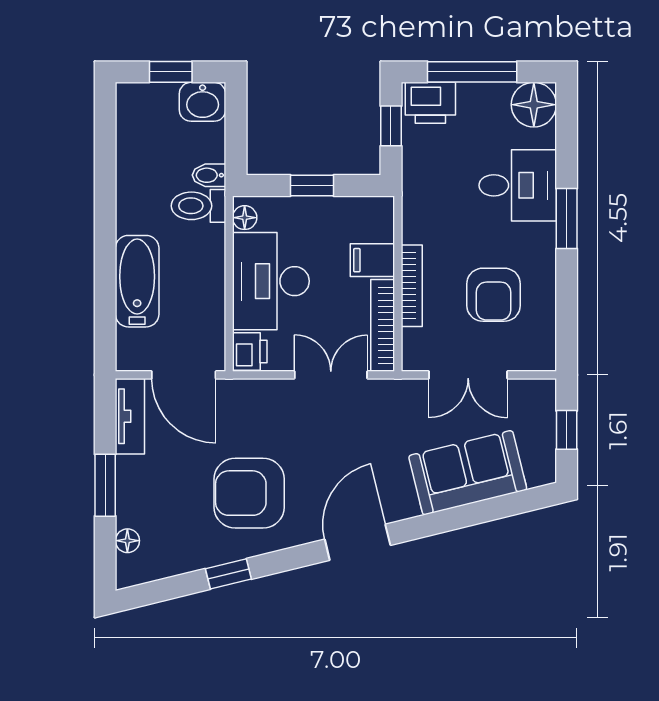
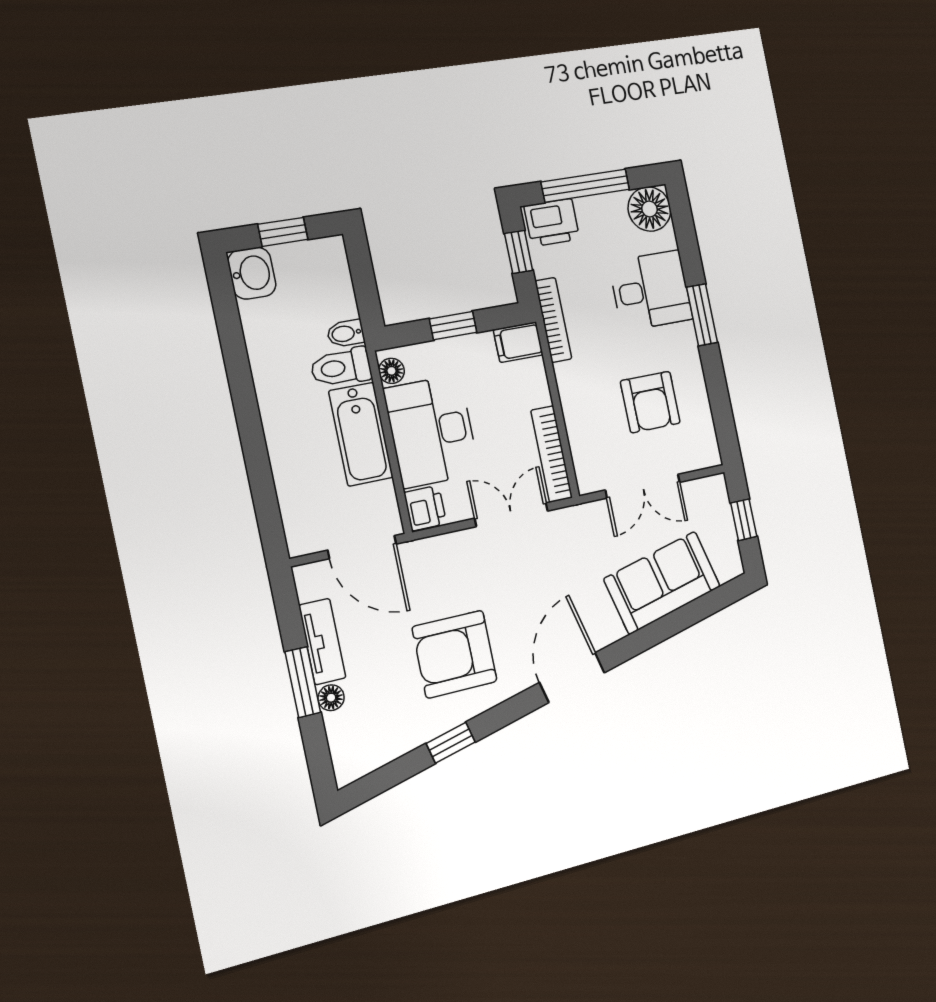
washbasin: (203, 102) -> (252, 273), moved, turned -90
filing cabinet: (372, 260) -> (518, 342), moved
bathtub: (137, 281) -> (361, 434), moved, turned 180
bookcase: (412, 286) -> (553, 320), moved
tv unit: (130, 416) -> (322, 642), moved
floor lamp: (127, 541) -> (331, 698), moved

